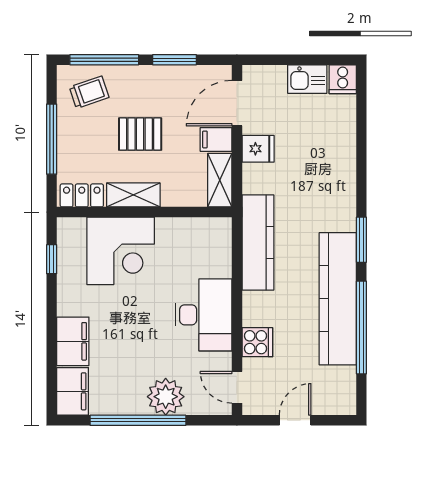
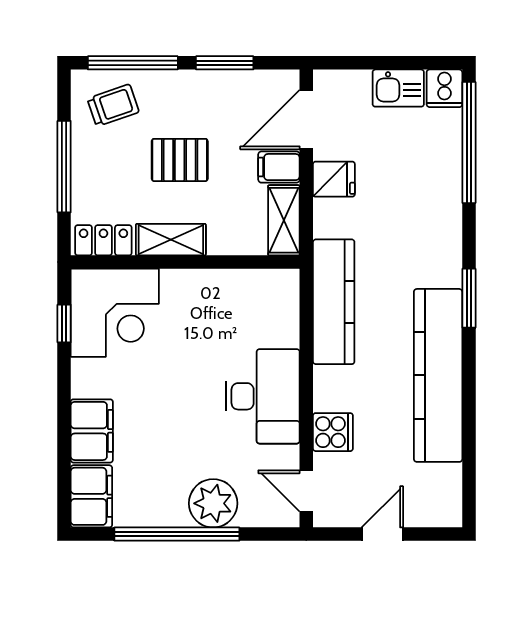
corner desk: (121, 251) -> (115, 313), moved
window: (361, 328) -> (469, 142), moved

